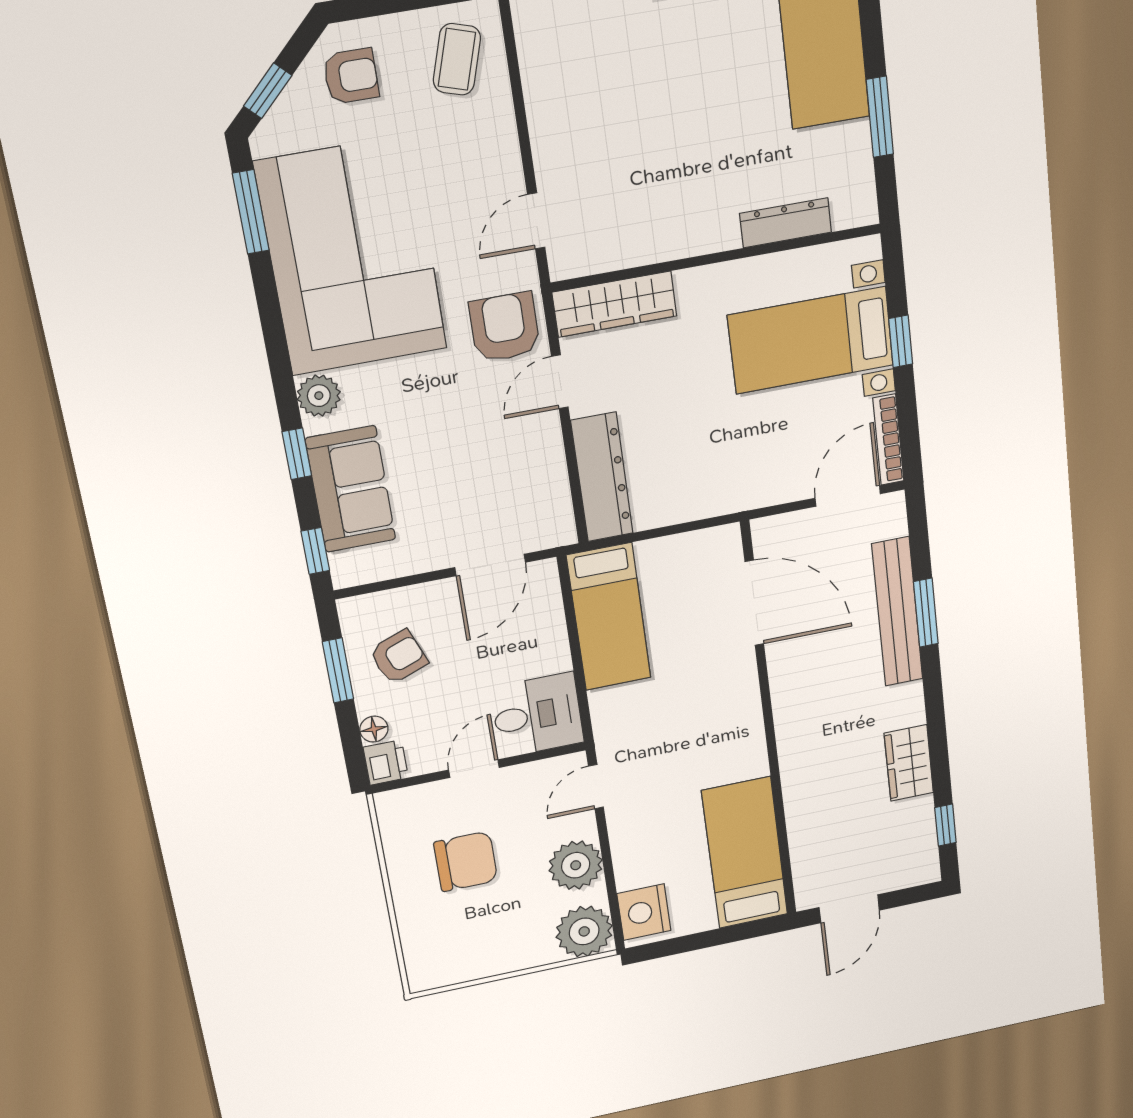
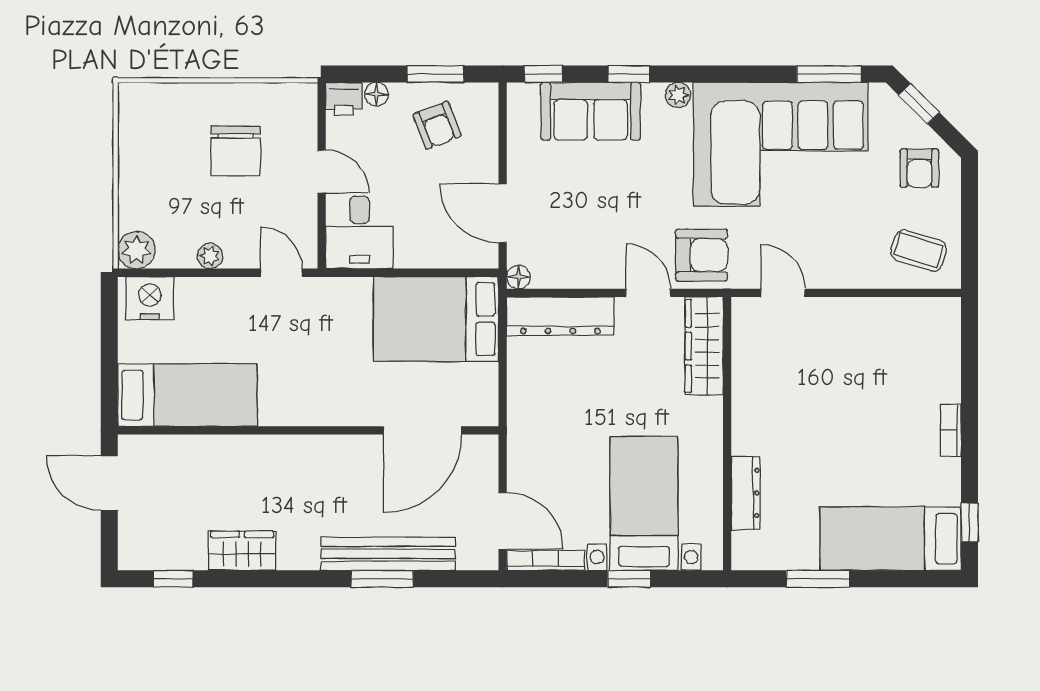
plant: (319, 396) -> (678, 95), width x0.73, depth x0.73
floor lamp: (563, 533) -> (518, 277), added
bed: (609, 617) -> (436, 319), width x1.50
plant: (576, 865) -> (210, 256), width x0.53, depth x0.53
plant: (584, 931) -> (136, 250), width x0.73, depth x0.73

